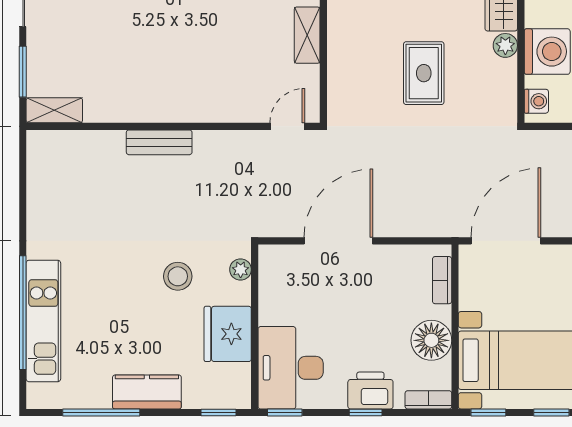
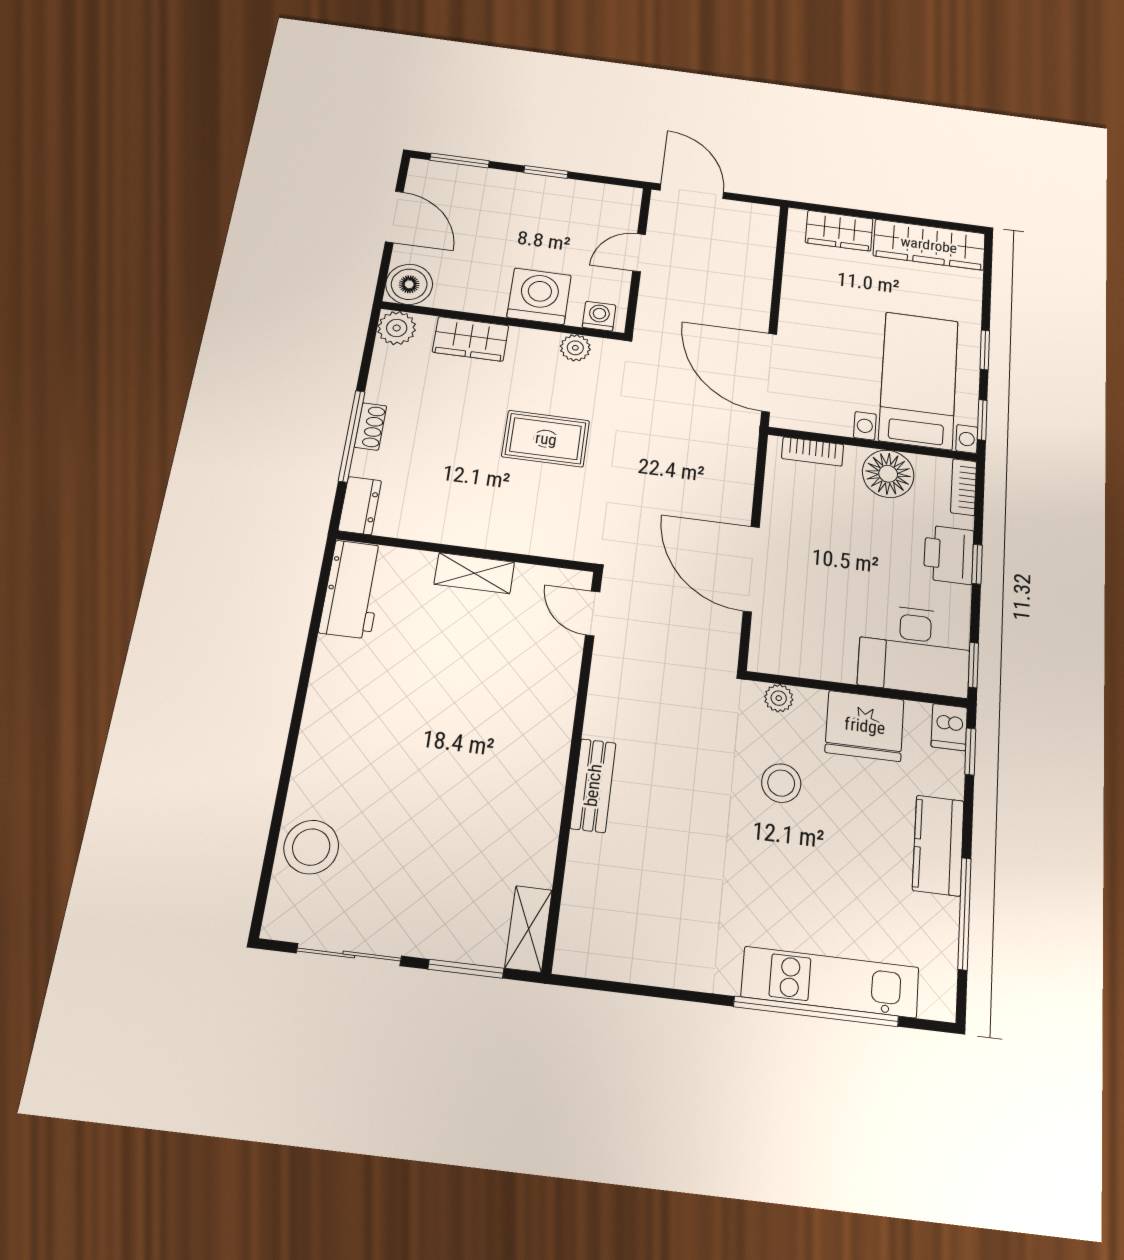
plant: (505, 45) -> (575, 348), moved
dishwasher: (235, 396) -> (949, 727), added

